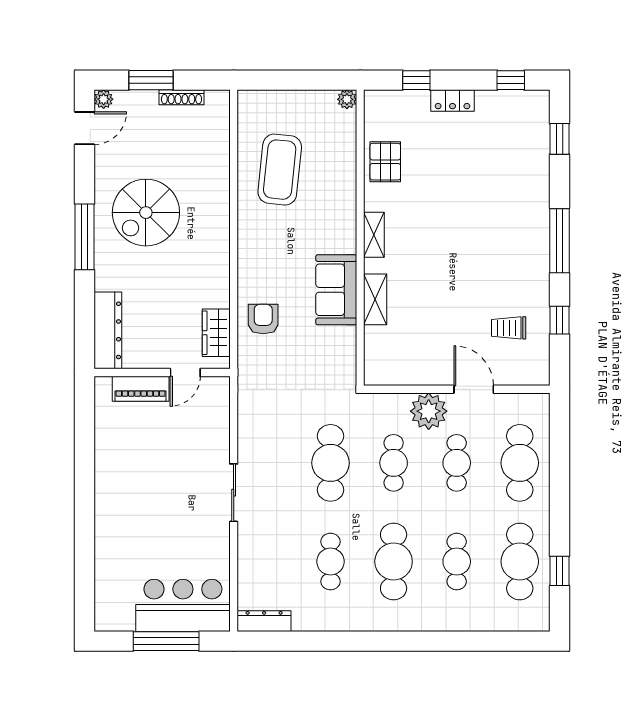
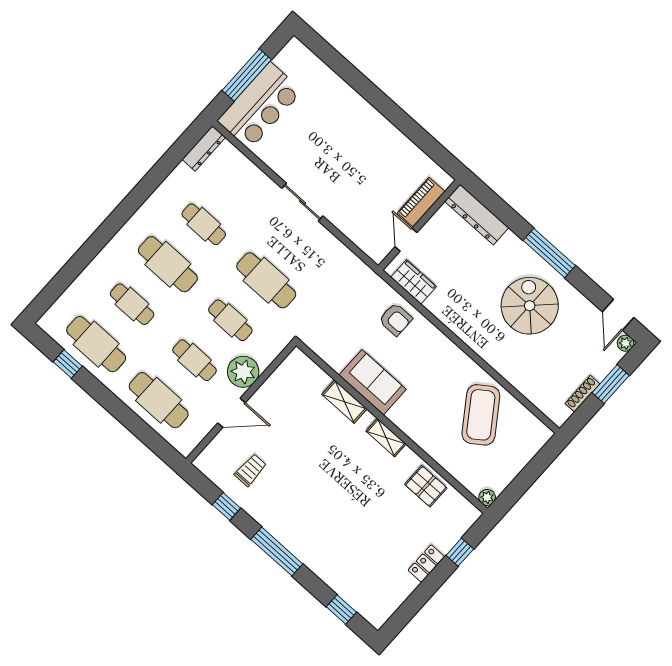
window: (511, 80) -> (406, 612), removed
coffee table: (280, 170) -> (481, 415), turned 49

